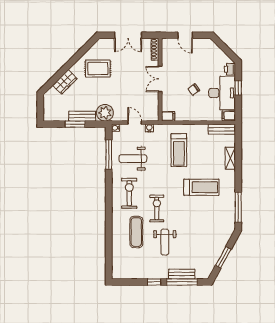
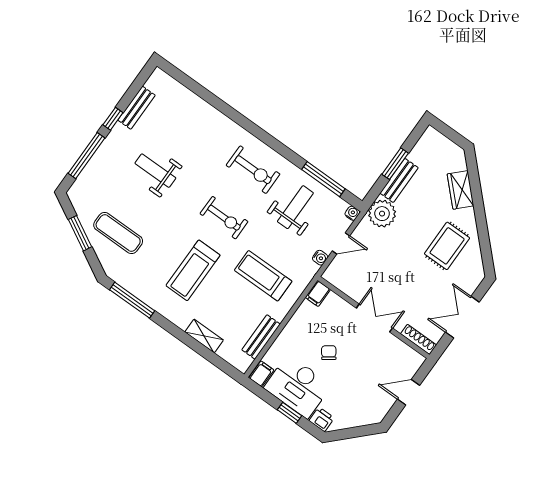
bench: (222, 129) -> (261, 337), moved
exercise bike: (157, 208) -> (224, 218), moved
exercise mat: (136, 232) -> (118, 233), moved
bench: (182, 274) -> (137, 108), moved

